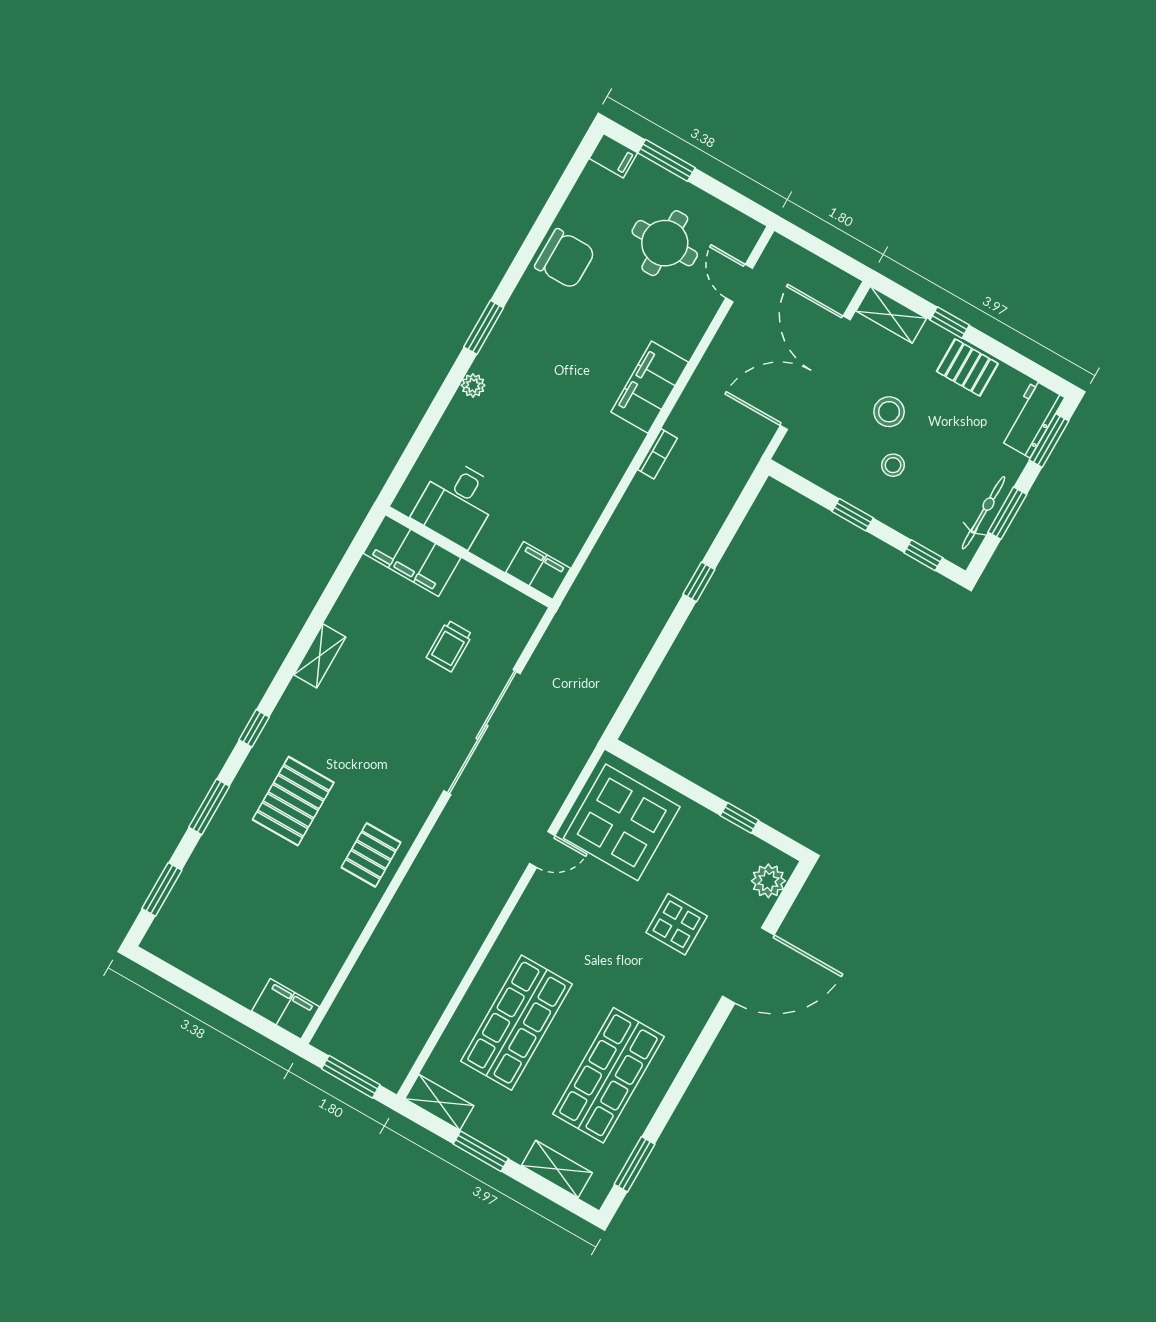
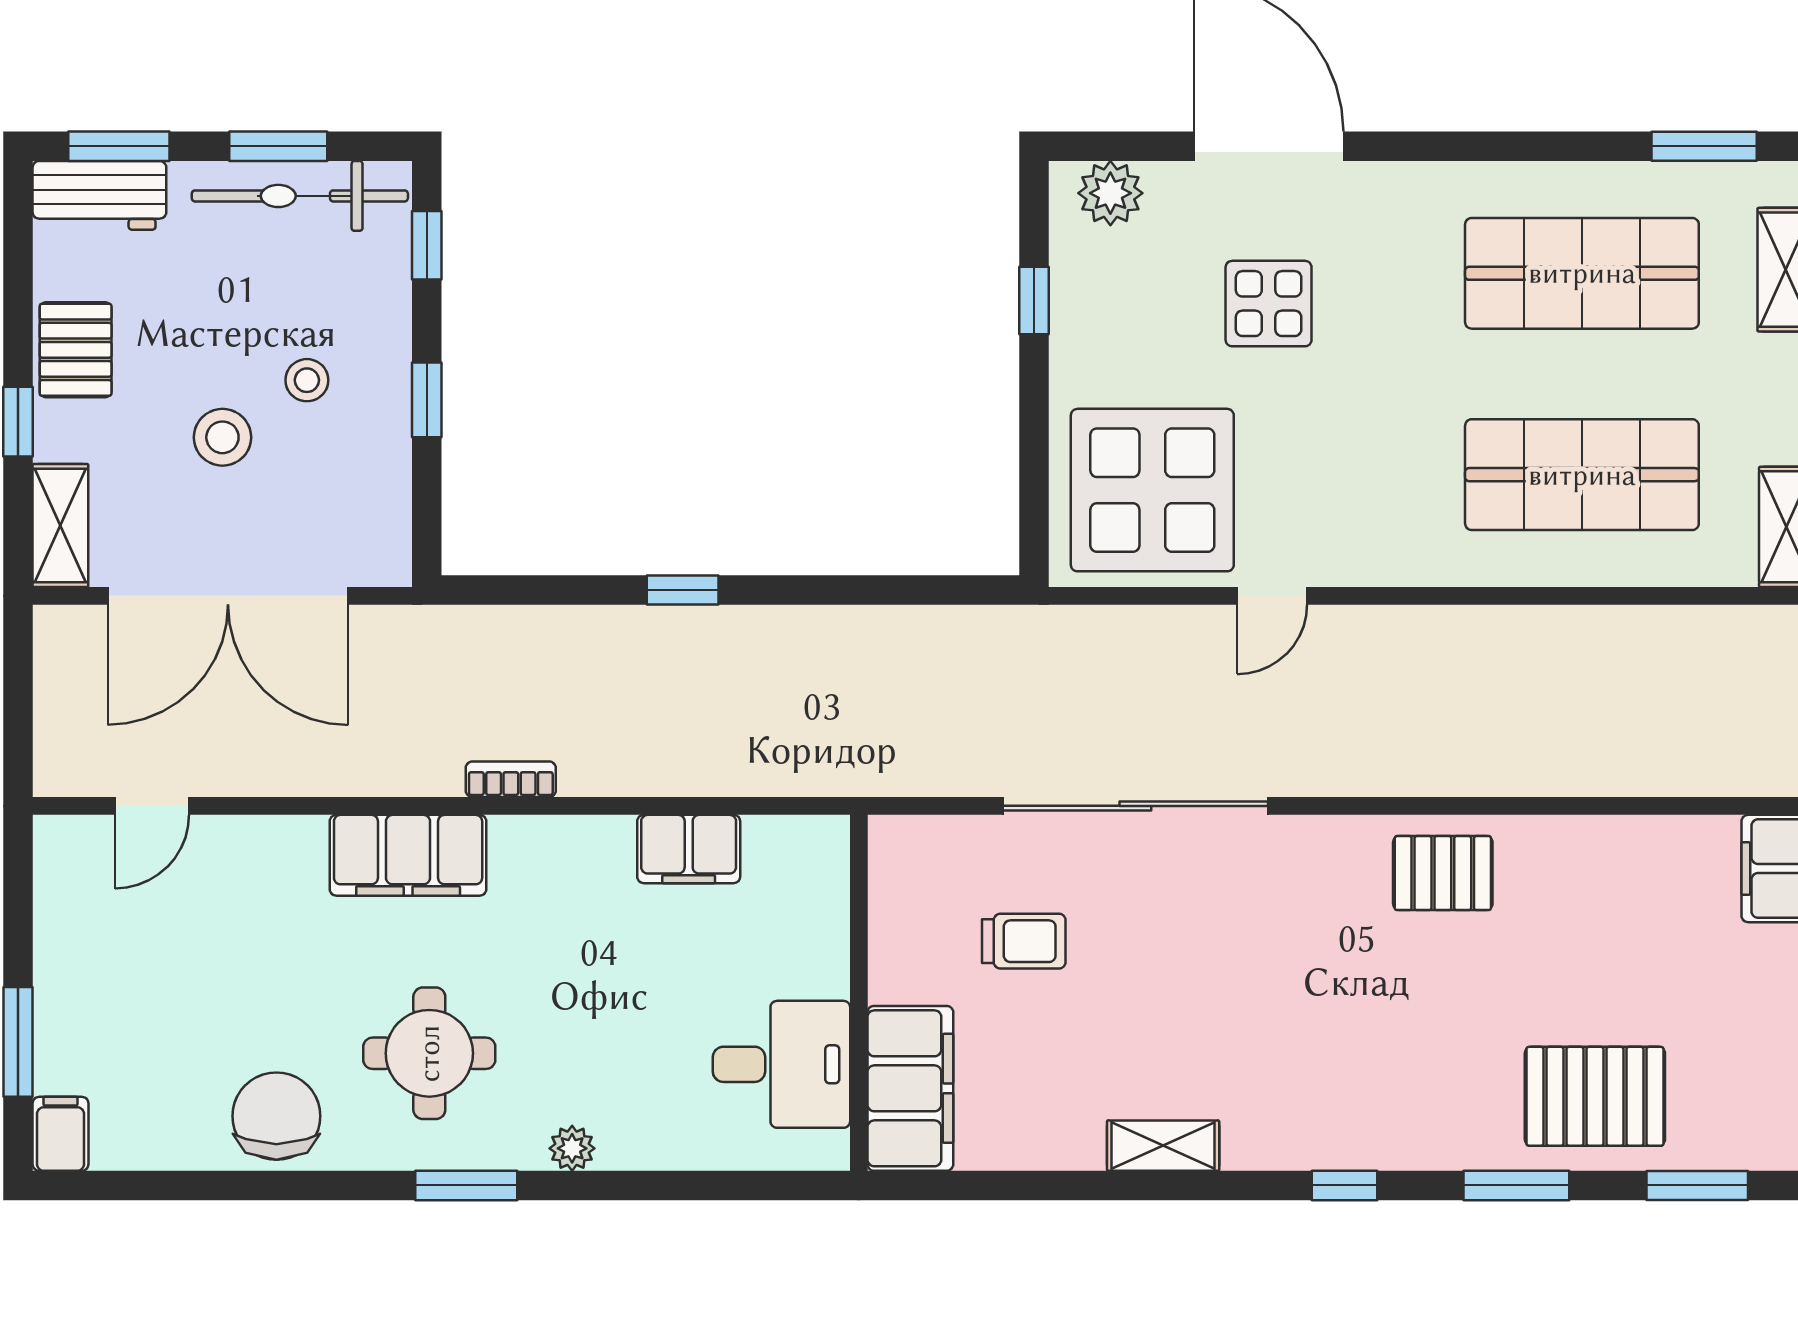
round table: (665, 243) -> (429, 1053), moved
bicycle: (984, 513) -> (300, 196), width x1.37, depth x1.40
filing cabinet: (538, 570) -> (689, 849), moved, turned -90
pallet: (293, 801) -> (1595, 1096), moved
door: (542, 849) -> (1272, 596), swing flipped

